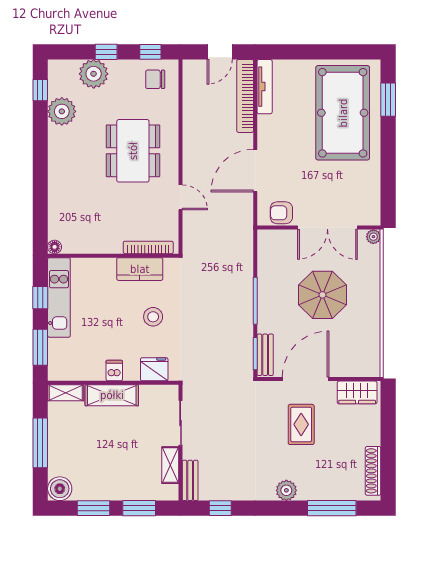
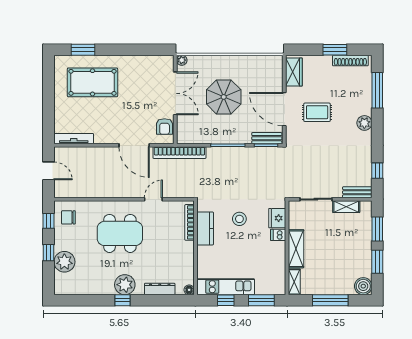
chair: (155, 79) -> (68, 217), turned 90
window: (40, 90) -> (123, 300), moved
bookcase: (245, 96) -> (179, 153), moved
plant: (62, 111) -> (125, 285), moved
pool table: (343, 113) -> (92, 82), width x0.73, depth x0.76
dresser: (56, 206) -> (160, 289), added
dishwasher: (114, 371) -> (278, 235), moved
window: (388, 449) -> (335, 50), added

